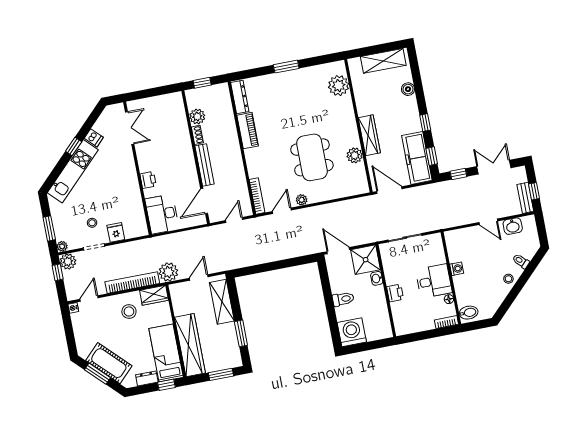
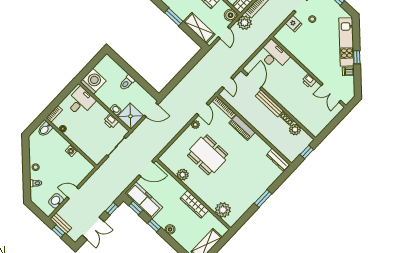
boiler: (408, 89) -> (170, 229), moved
piano: (248, 131) -> (242, 128), moved
wardrobe: (369, 135) -> (194, 204), moved
printer: (148, 180) -> (309, 81), moved
desk: (434, 281) -> (80, 102), moved, turned 180
boiler: (178, 291) -> (230, 15), added
printer: (395, 293) -> (111, 121), moved
washing machine: (352, 332) -> (93, 81), moved, turned -90

